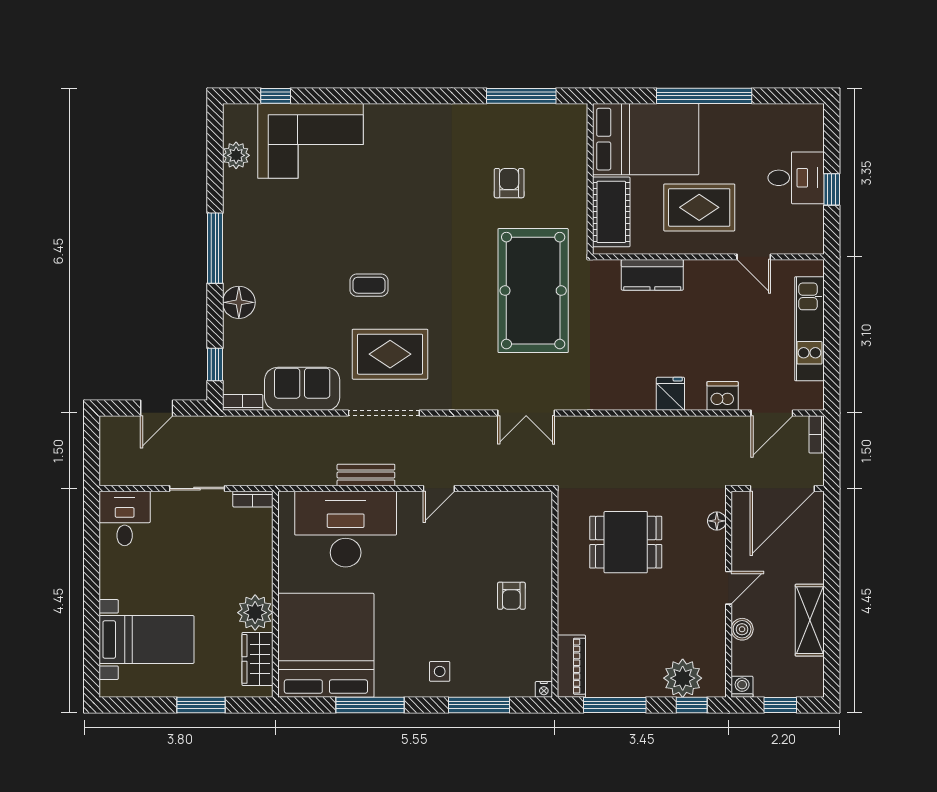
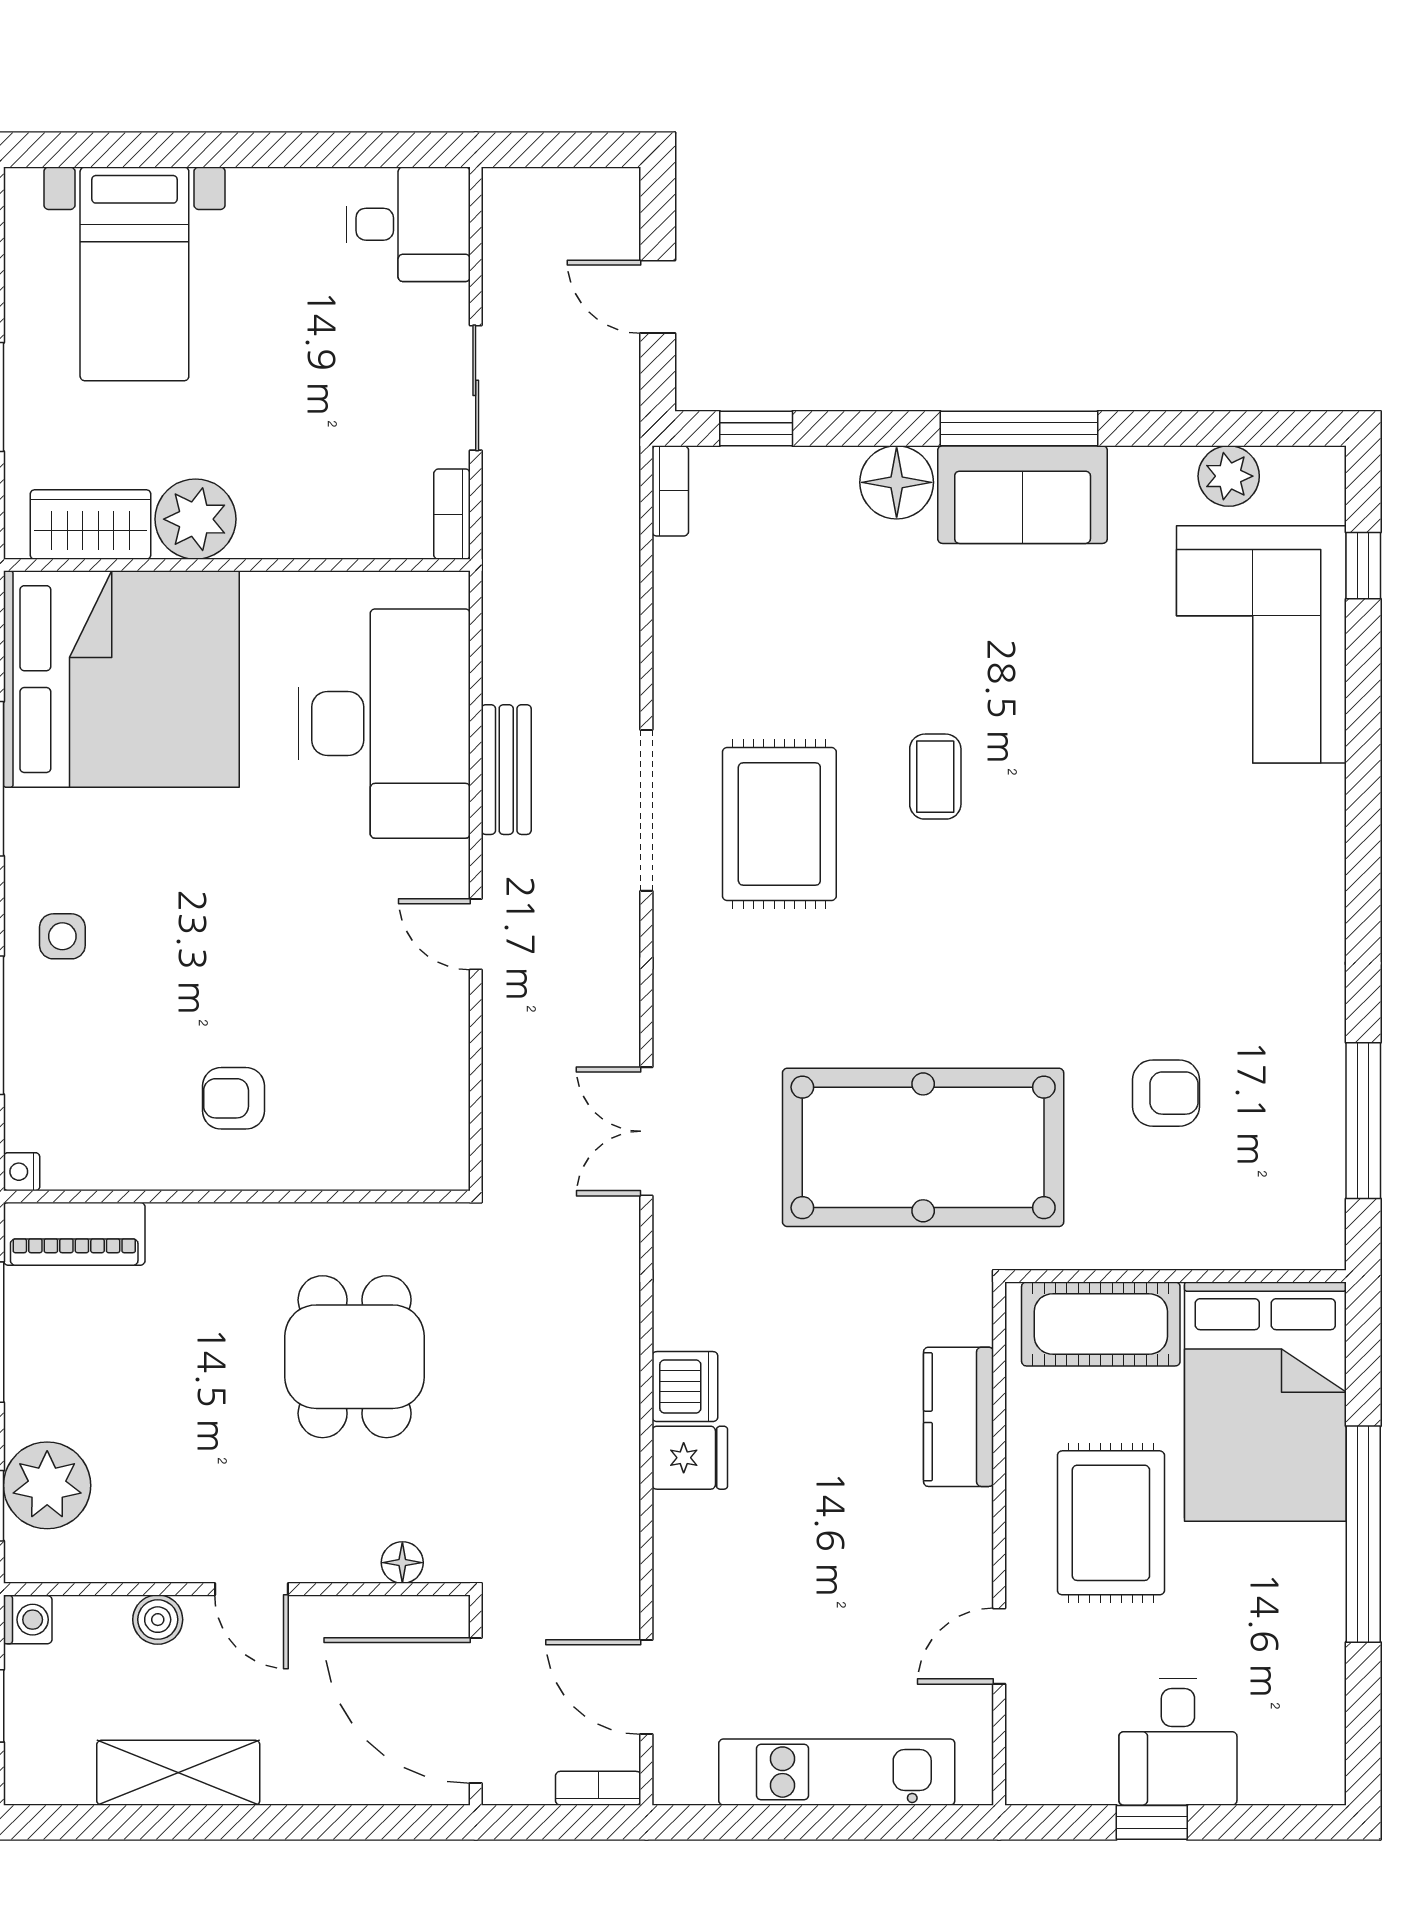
sofa: (302, 389) -> (1023, 495), moved, turned 90
dishwasher: (723, 396) -> (685, 1387), moved

